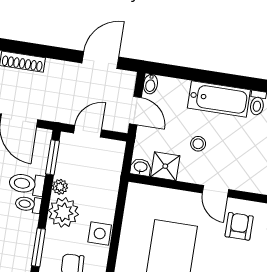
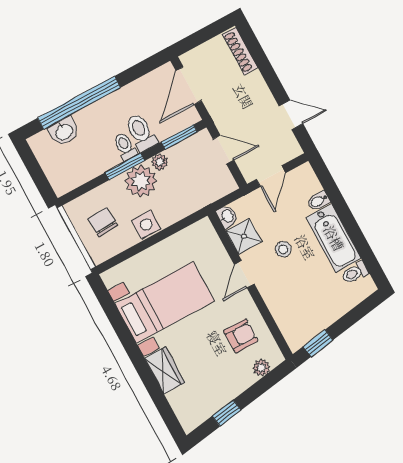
door: (100, 60) -> (291, 115), width x0.73
bidet: (150, 84) -> (318, 201), moved
door: (215, 191) -> (244, 274), moved
window: (38, 247) -> (125, 167), moved

